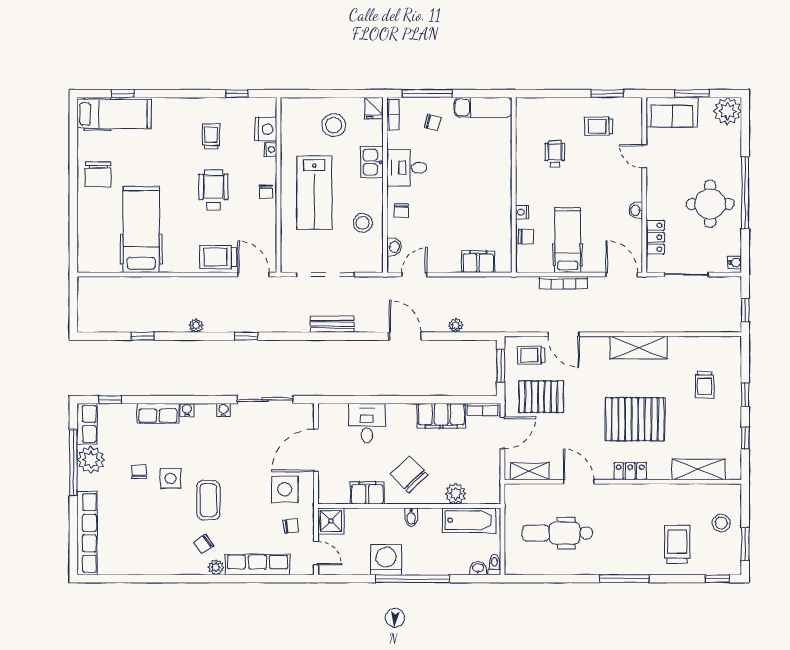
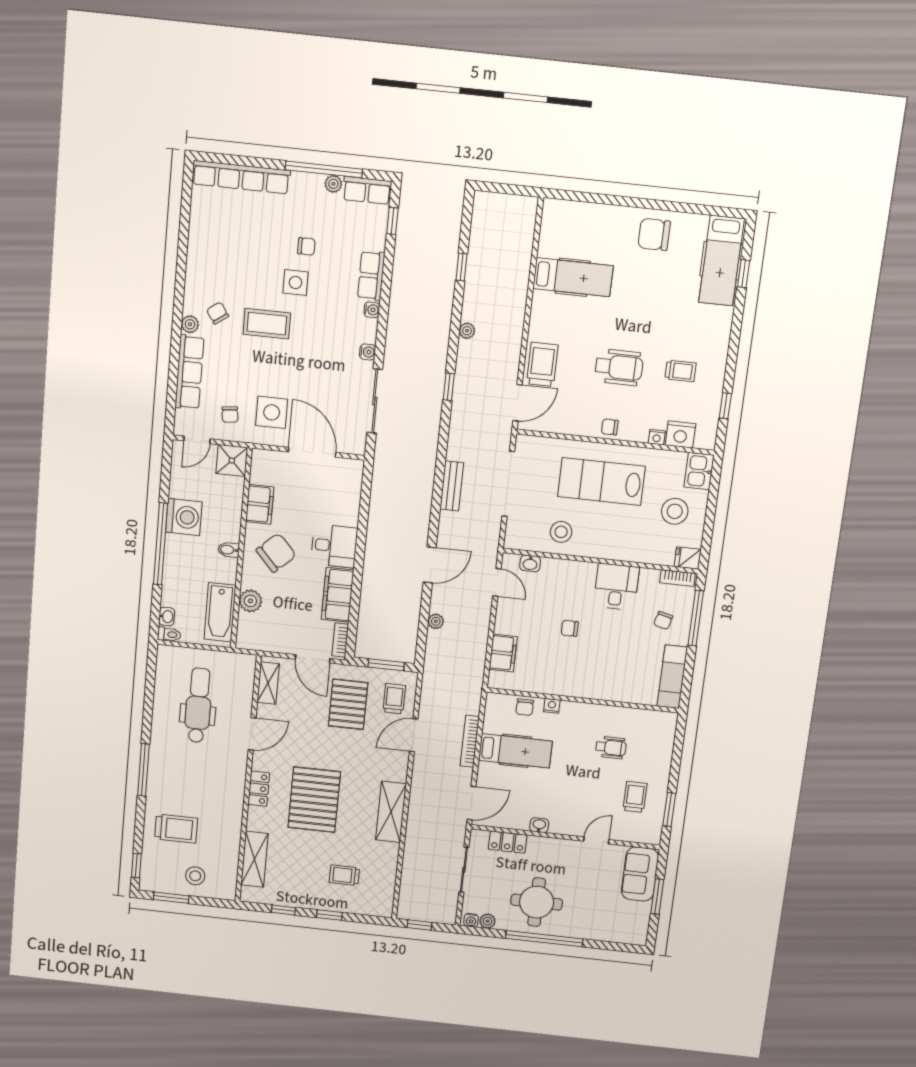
plant: (728, 111) -> (487, 921), moved, width x0.53, depth x0.53
kitchen sink: (372, 162) -> (699, 471), moved, turned -90
chair: (401, 211) -> (570, 628), moved
hospital bed: (141, 230) -> (573, 277), width x0.73, depth x0.78
desk: (367, 423) -> (334, 546), moved
plant: (91, 460) -> (333, 184), width x0.53, depth x0.53

